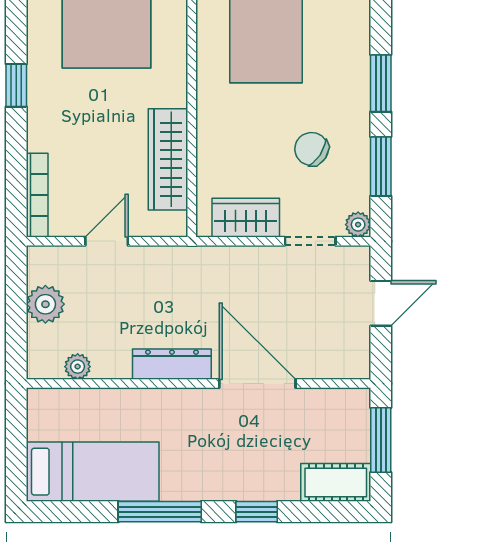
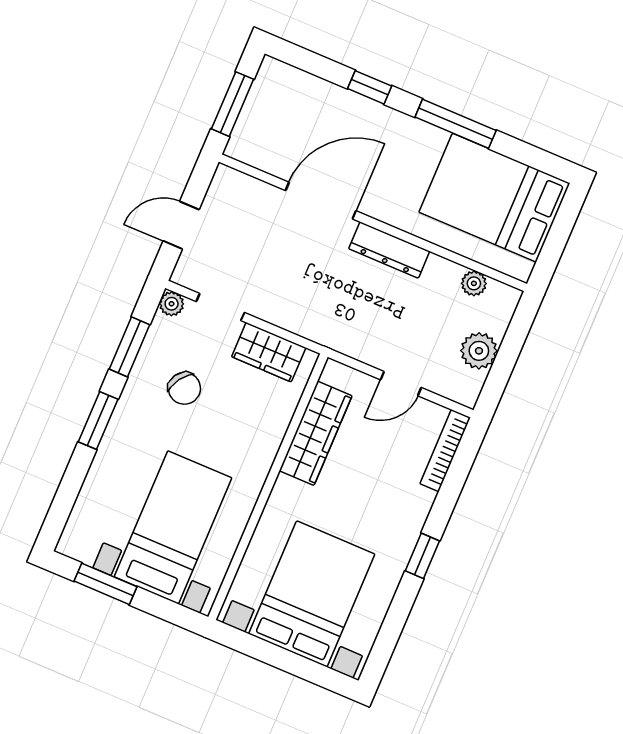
door: (257, 384) -> (321, 201), swing flipped
bed: (93, 472) -> (494, 198), width x1.50
cot: (336, 482) -> (288, 83), removed

